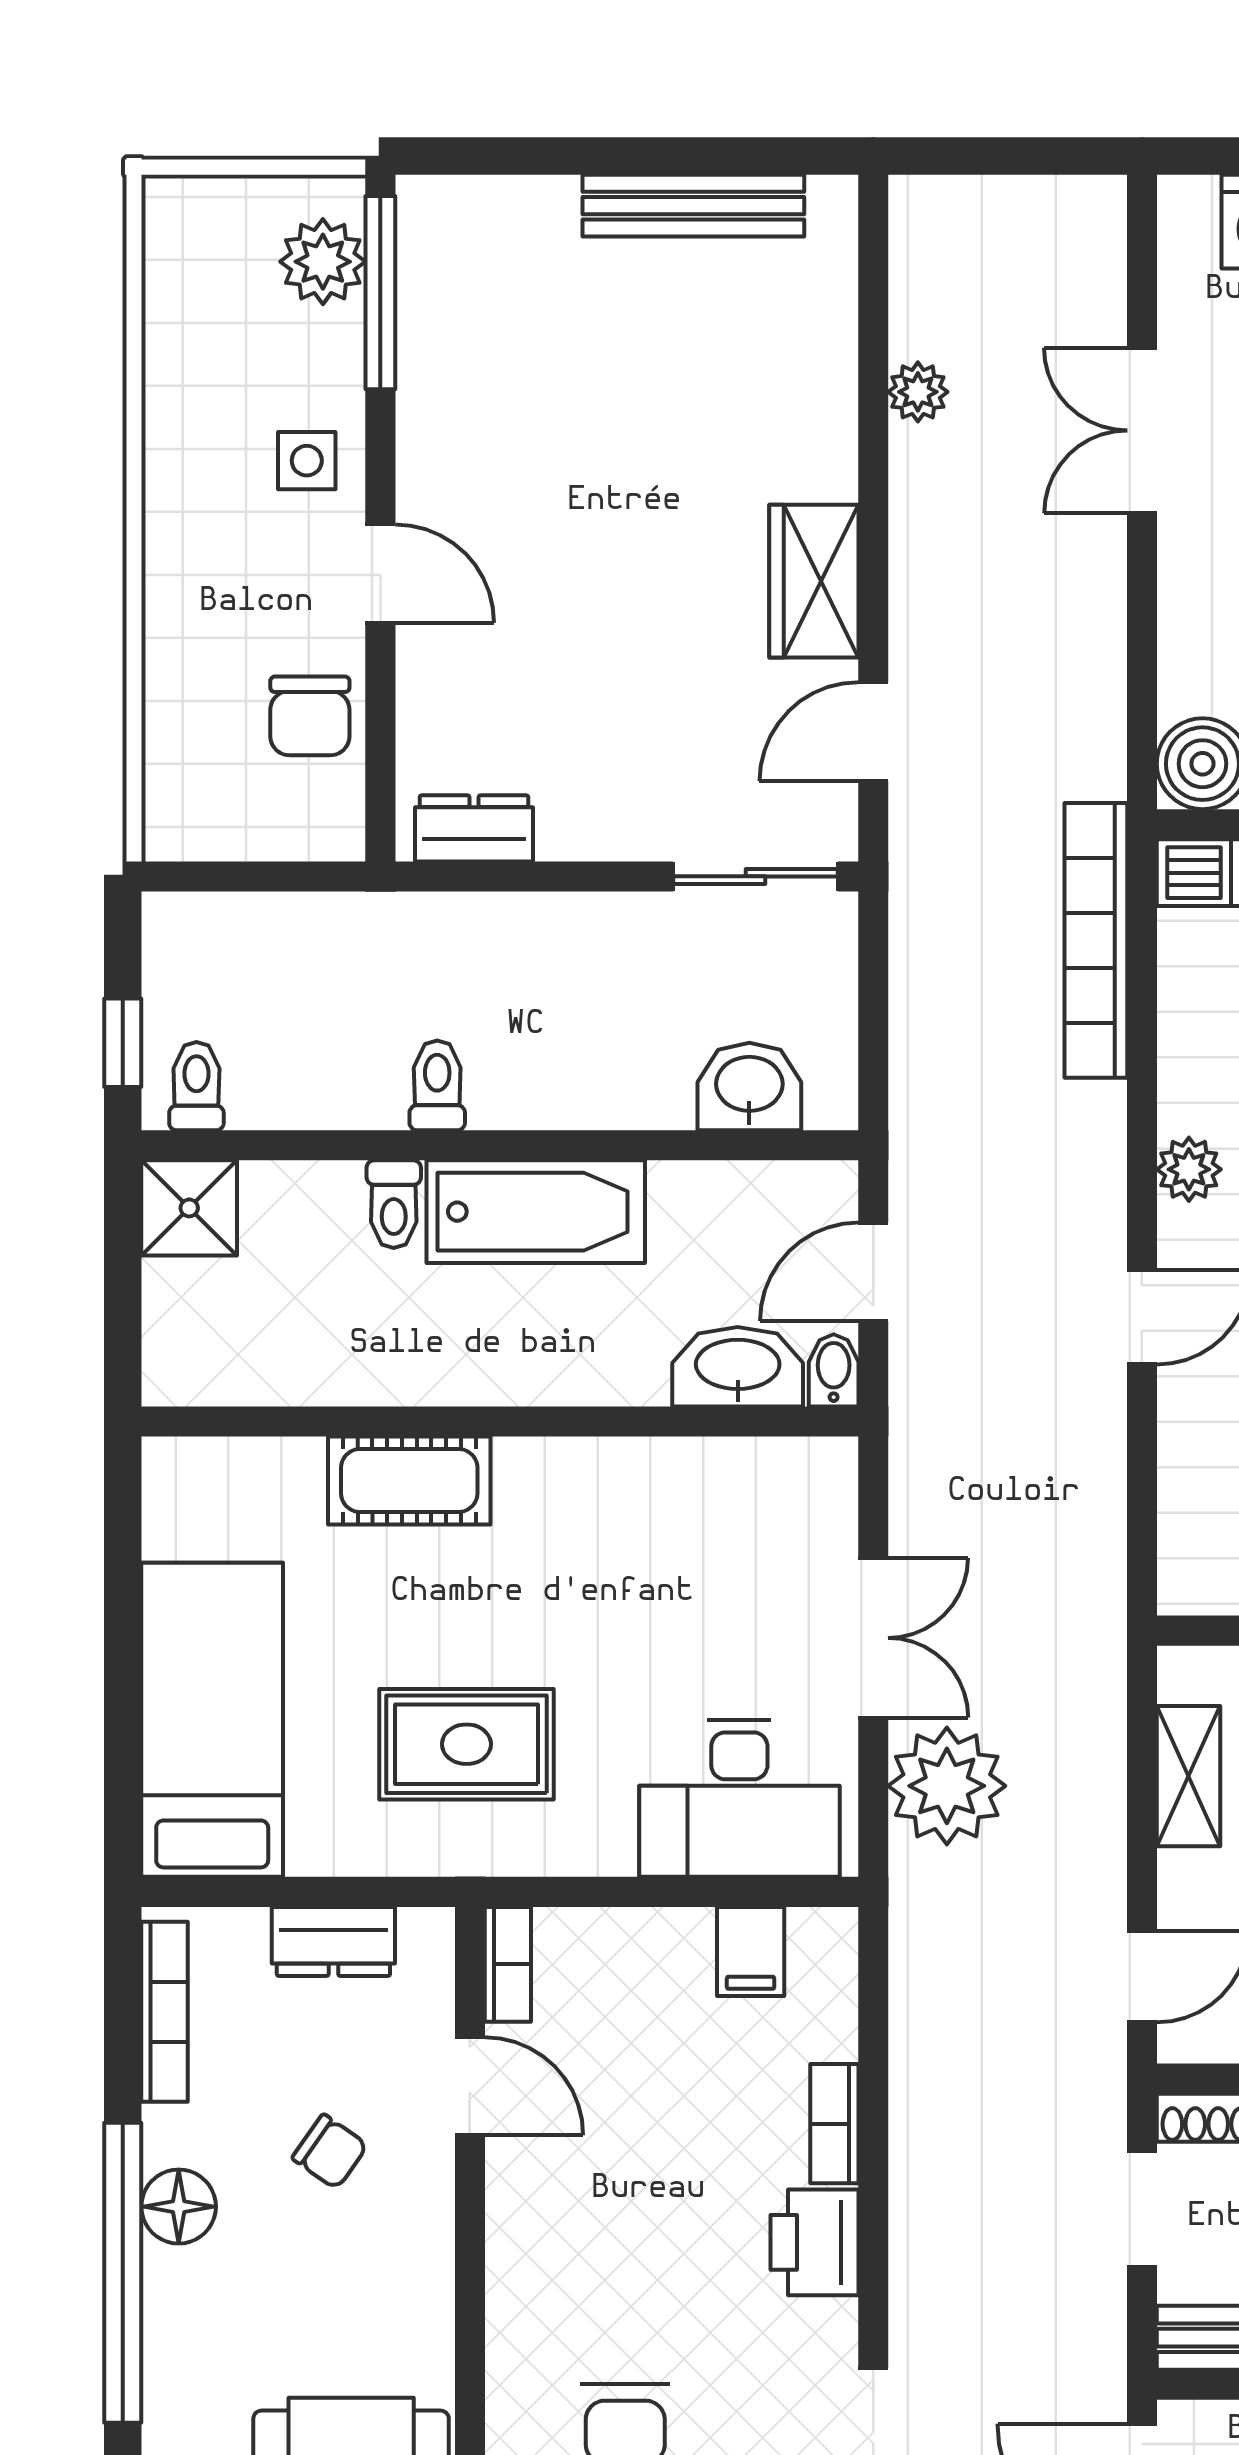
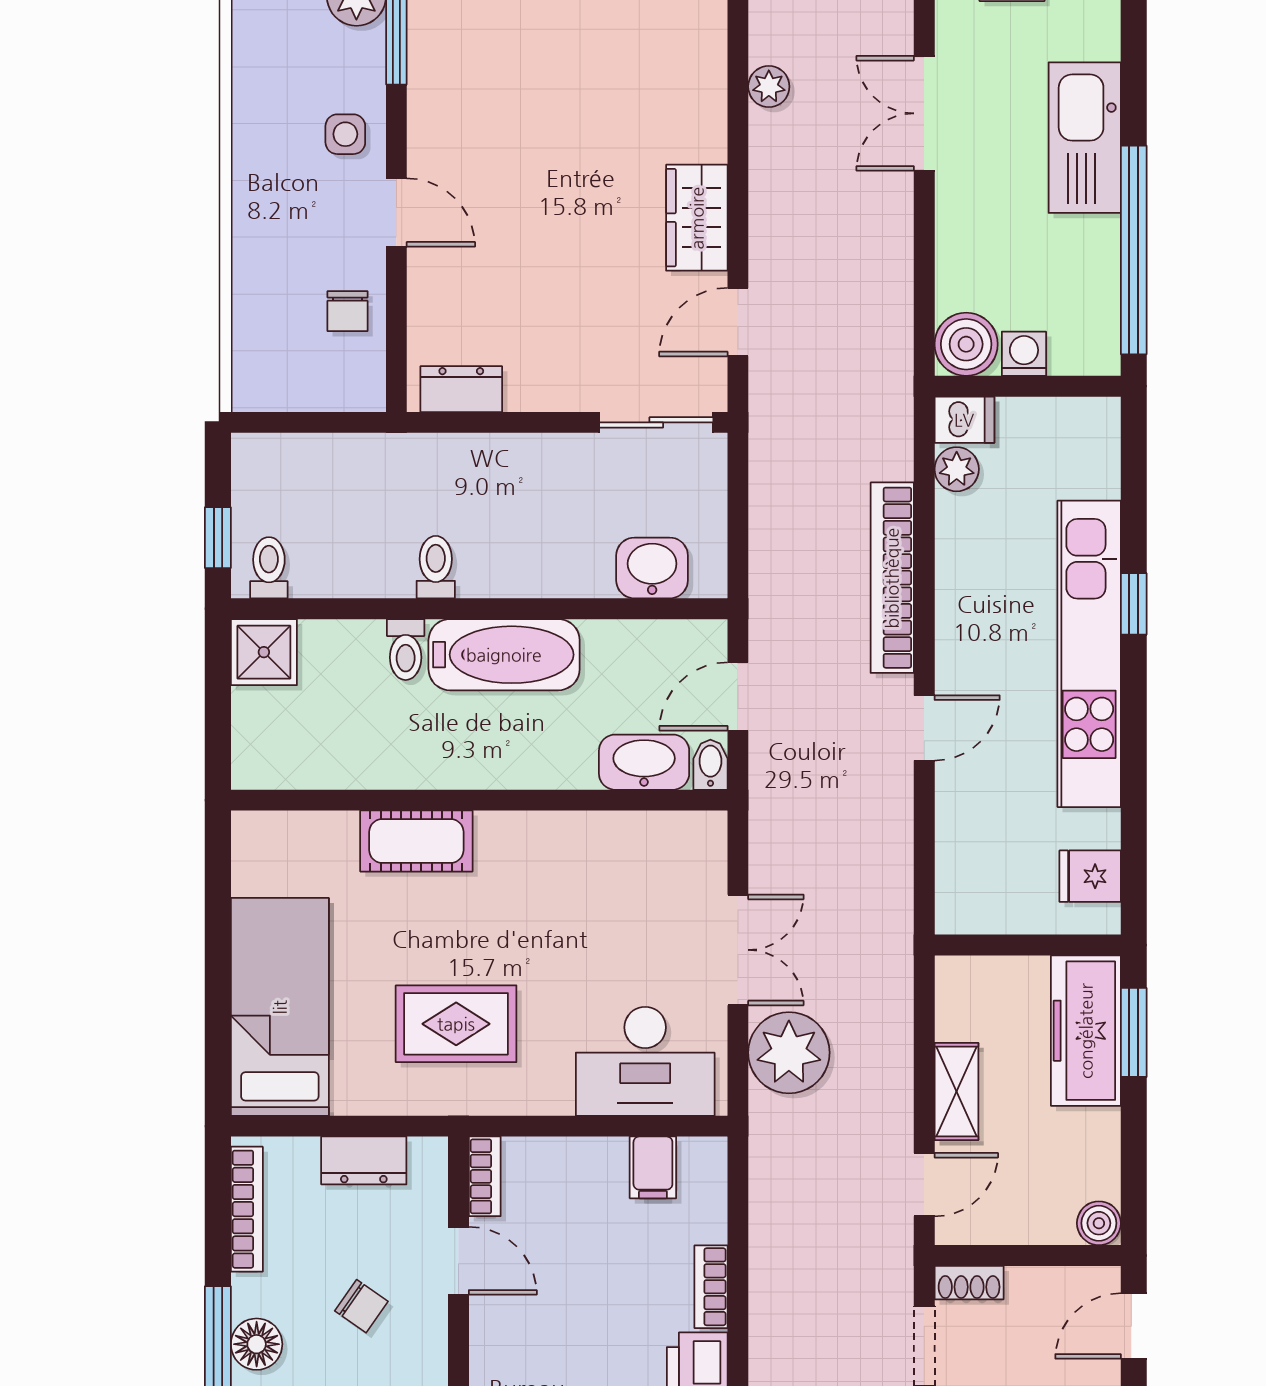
chair: (310, 716) -> (348, 311), width x0.73, depth x0.73
bookcase: (1096, 940) -> (892, 578), moved
plant: (1189, 1169) -> (957, 469), moved
shelving: (1189, 1776) -> (956, 1091), moved

